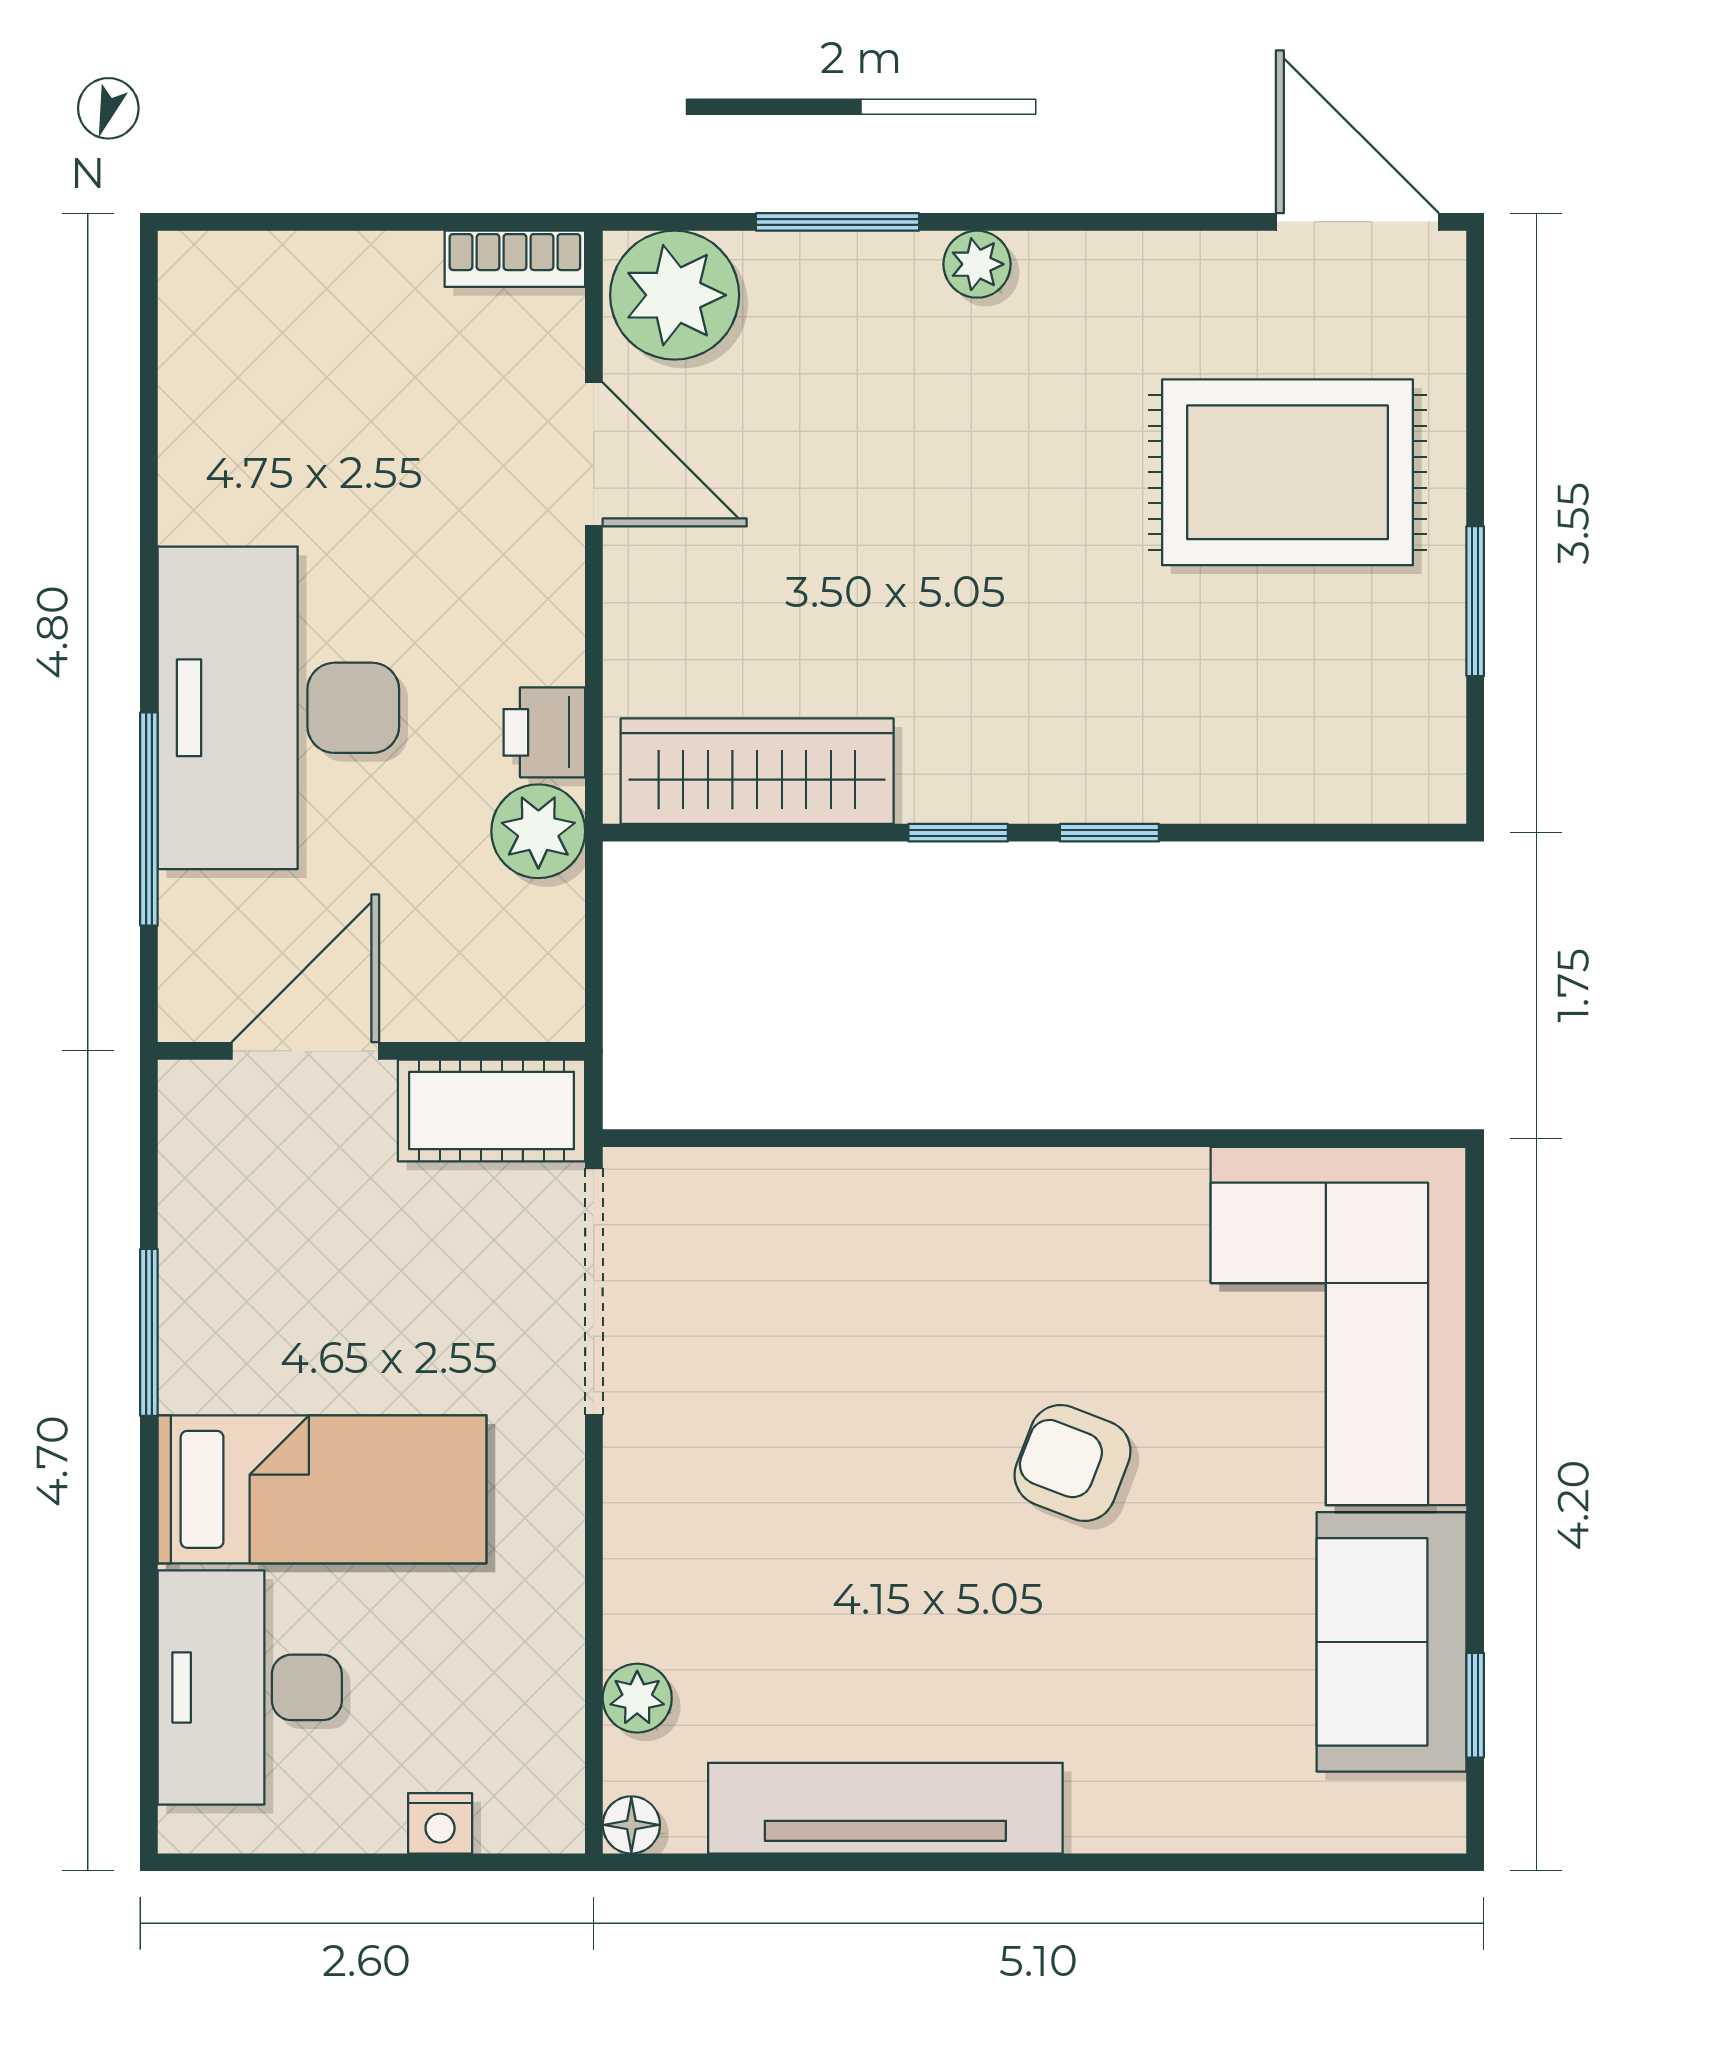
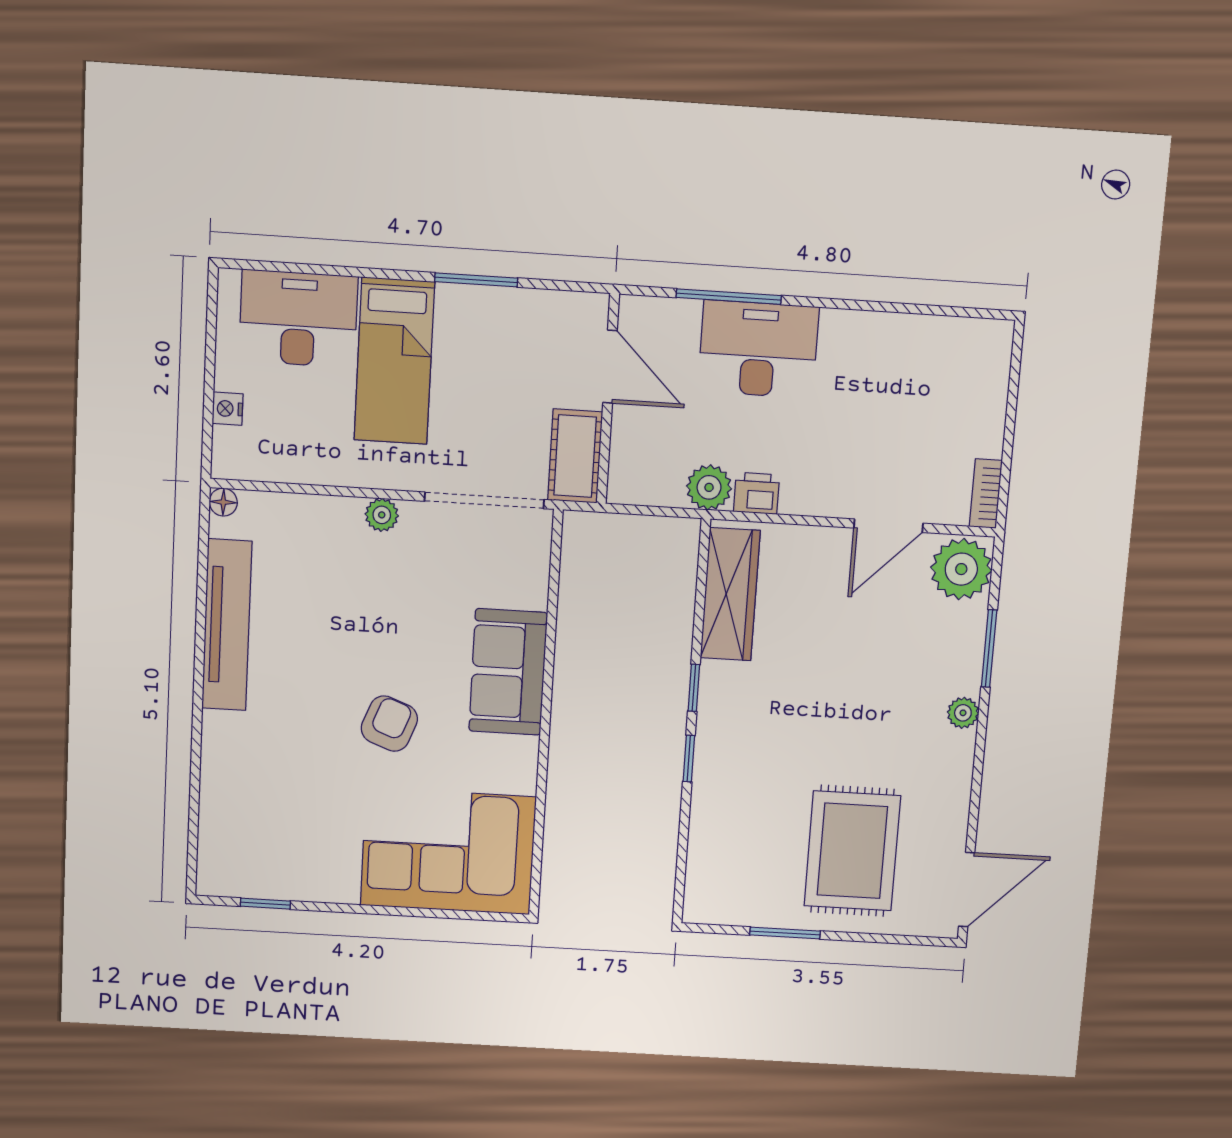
desk: (278, 708) -> (758, 349), width x0.73, depth x0.77
sofa: (1391, 1642) -> (508, 672), moved, turned -90
plant: (637, 1698) -> (382, 515), moved

